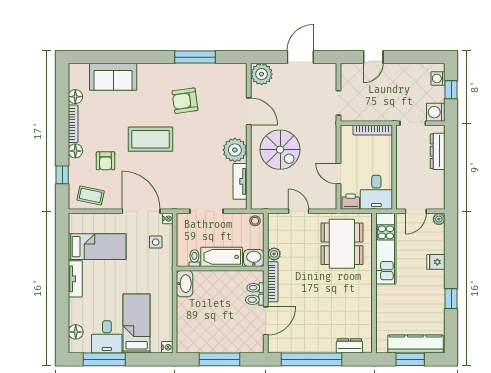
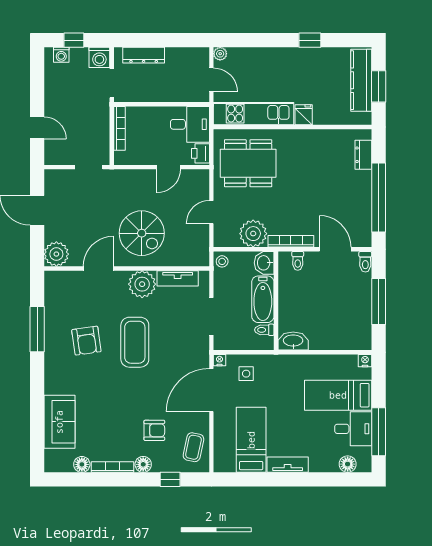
coffee table: (151, 139) -> (135, 342), moved
spiral stairs: (280, 150) -> (142, 233), turned 90
plant: (274, 254) -> (253, 234), width x1.87, depth x1.87
fridge: (436, 262) -> (304, 115), moved, turned 180
toilet: (255, 300) -> (365, 262), moved

